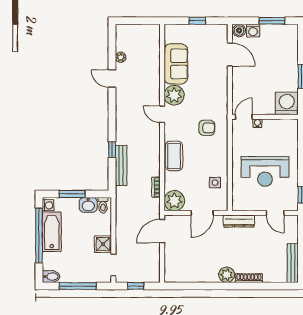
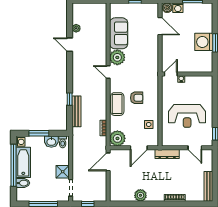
washing machine: (287, 103) -> (204, 42), moved, turned -90
armchair: (207, 128) -> (137, 98), moved
plant: (227, 275) -> (140, 195), moved
bidet: (51, 277) -> (23, 183), moved

